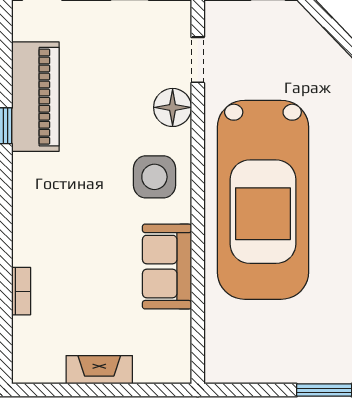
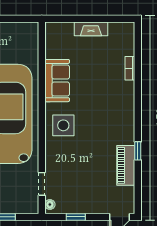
piano: (35, 97) -> (126, 165), width x0.73, depth x0.75
floor lamp: (173, 107) -> (50, 205), moved, width x0.53, depth x0.53

